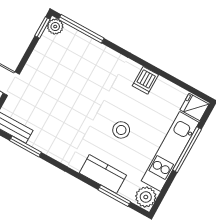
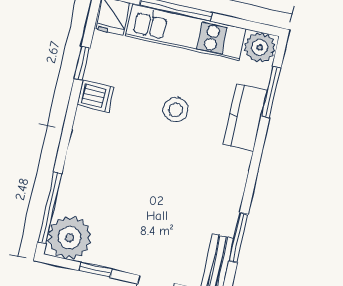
window: (42, 27) -> (96, 270), moved
plant: (55, 27) -> (70, 238), width x1.87, depth x1.87
window: (170, 78) -> (82, 63), added

